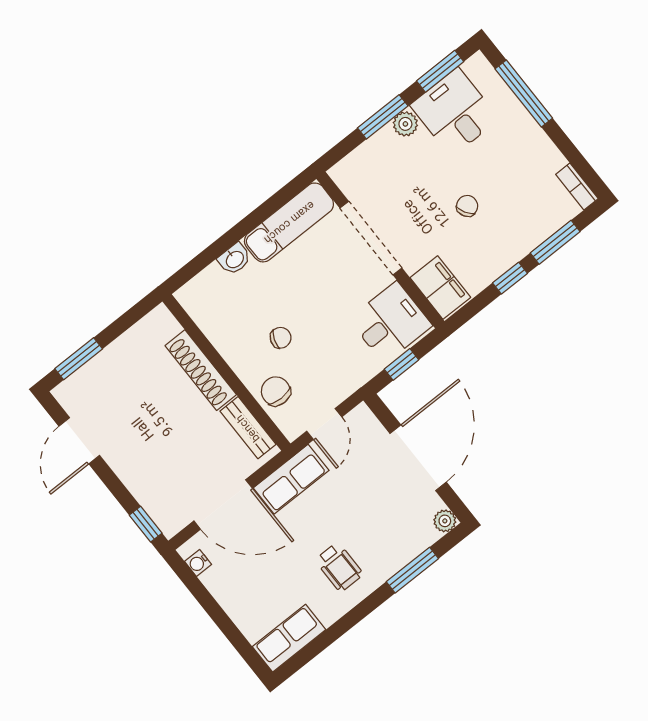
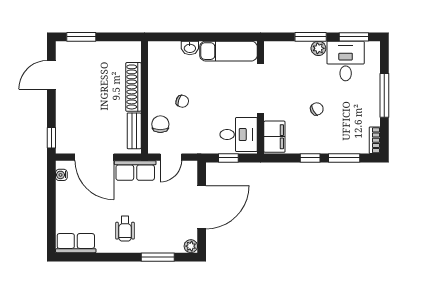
window: (524, 93) -> (384, 95), moved

